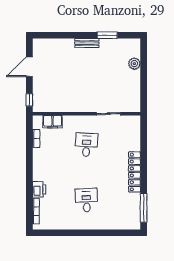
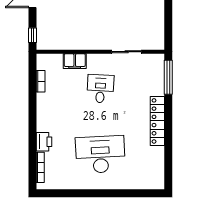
filing cabinet: (53, 122) -> (75, 61), moved
desk: (86, 200) -> (100, 154), width x1.87, depth x1.30
window: (144, 208) -> (168, 77), moved

